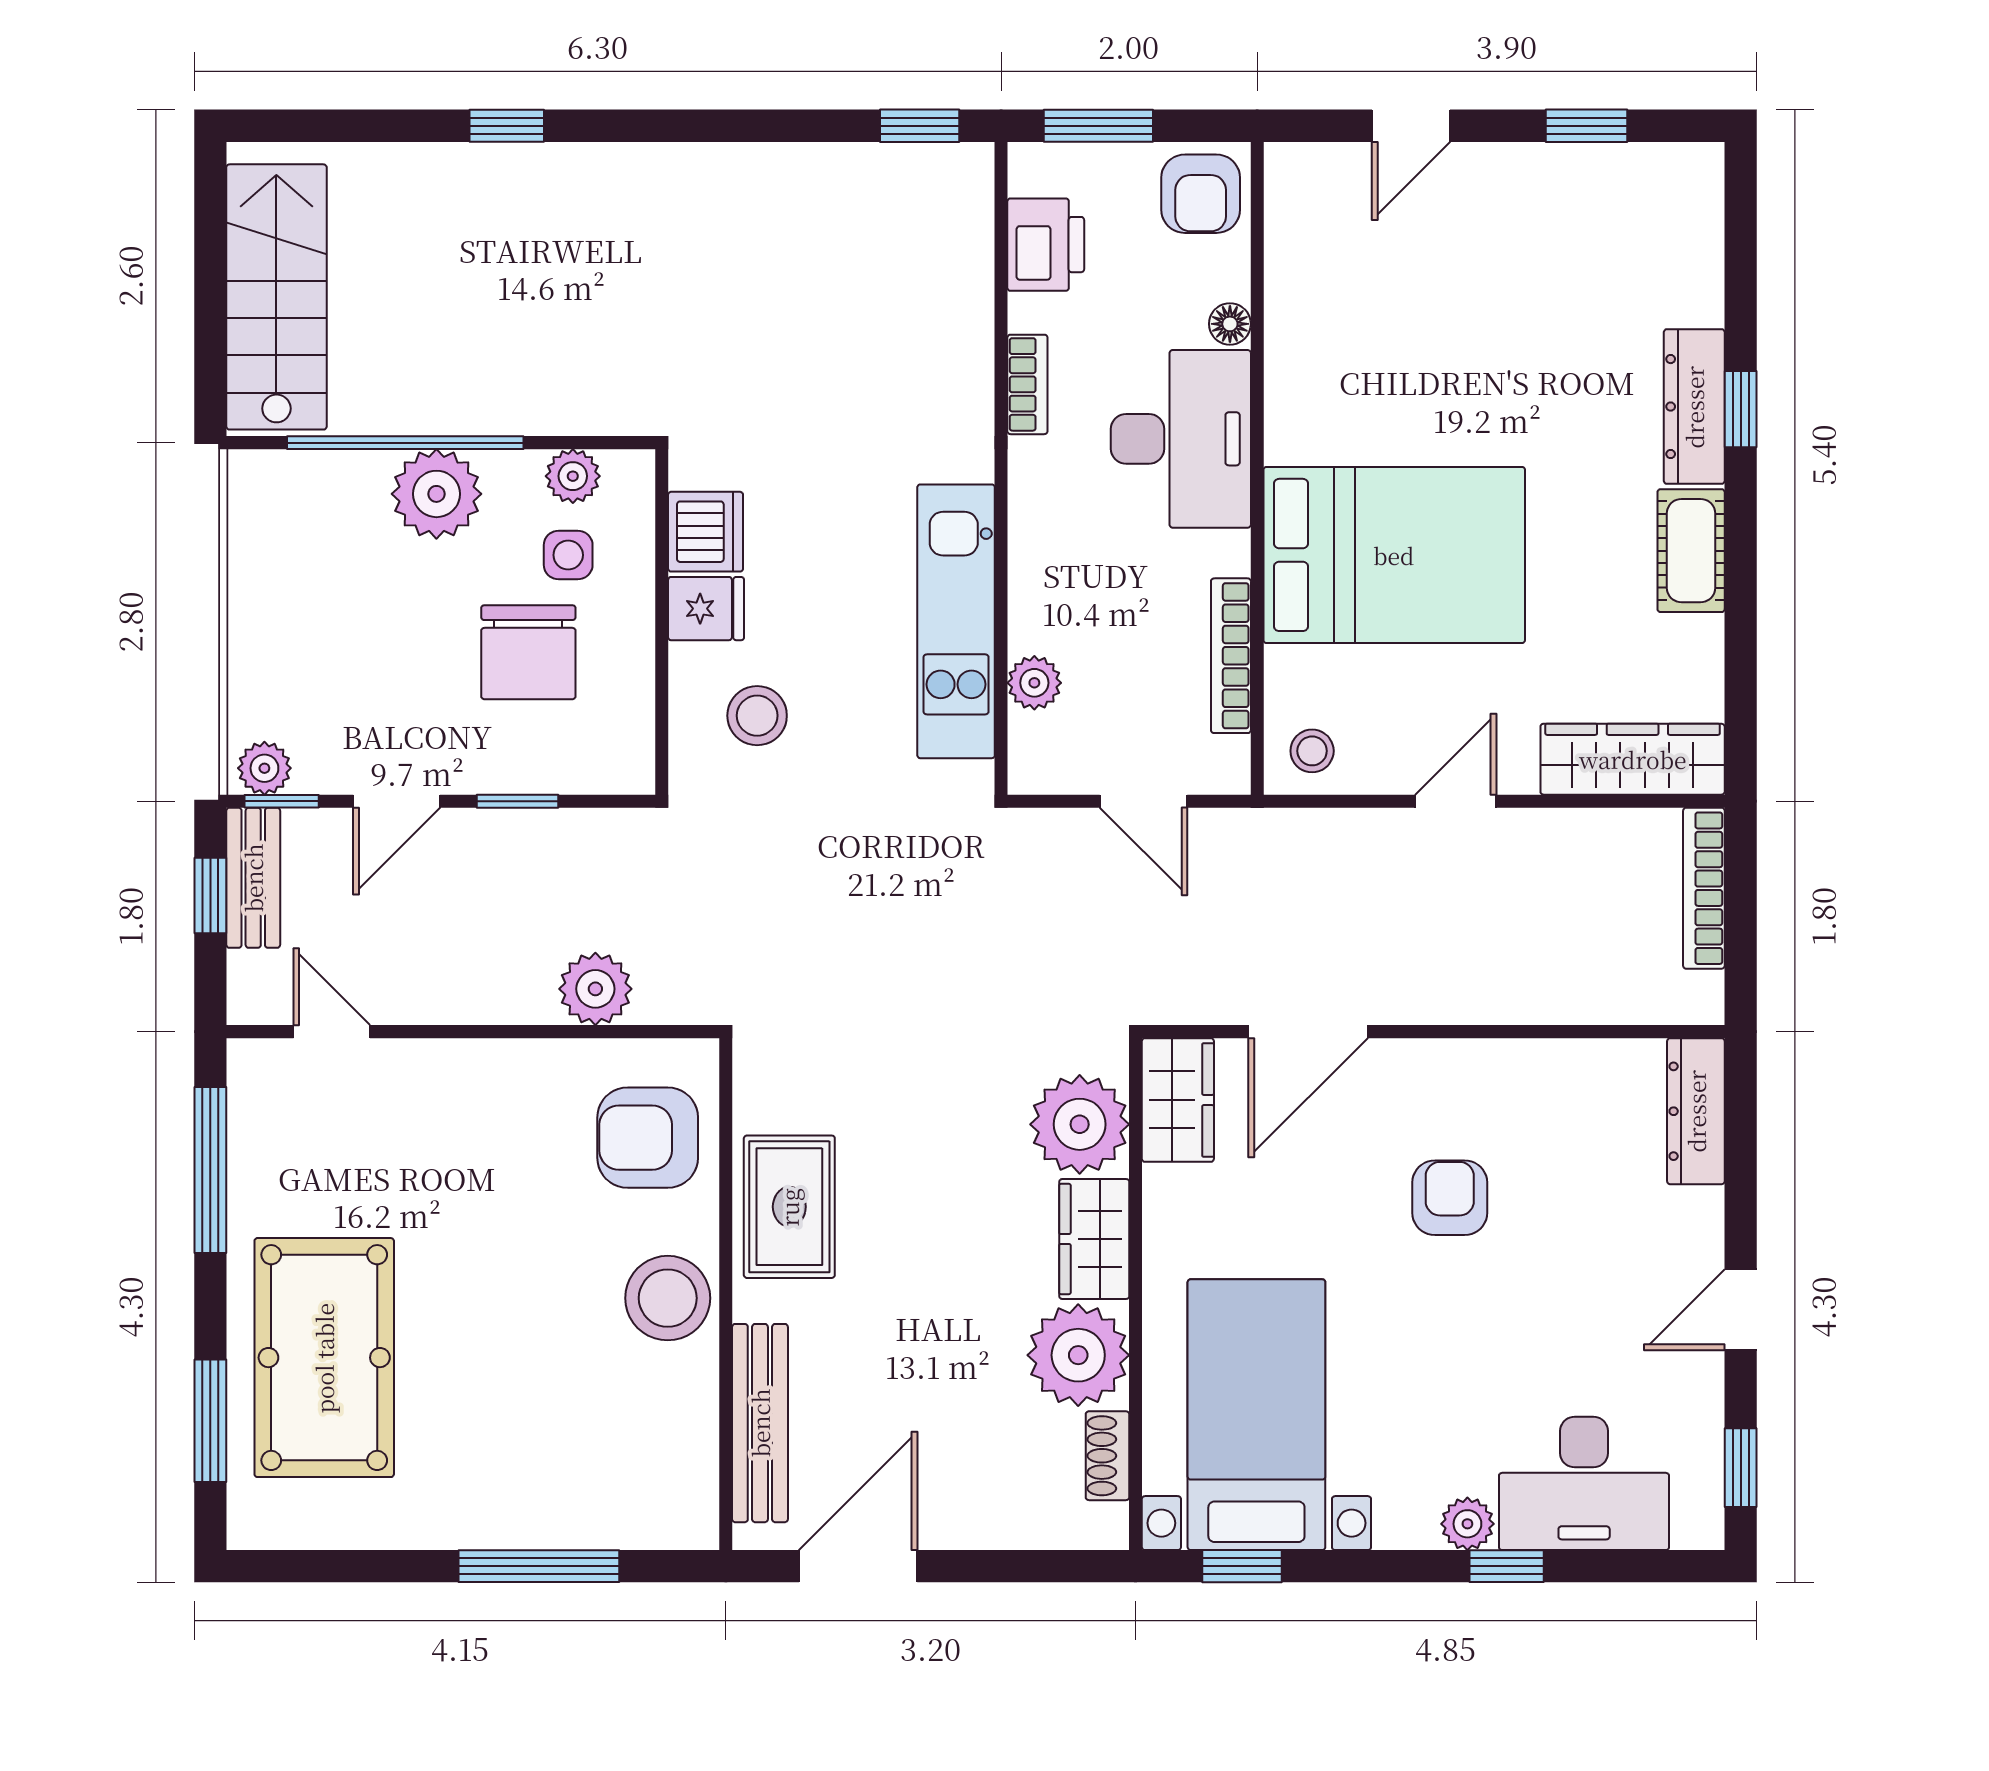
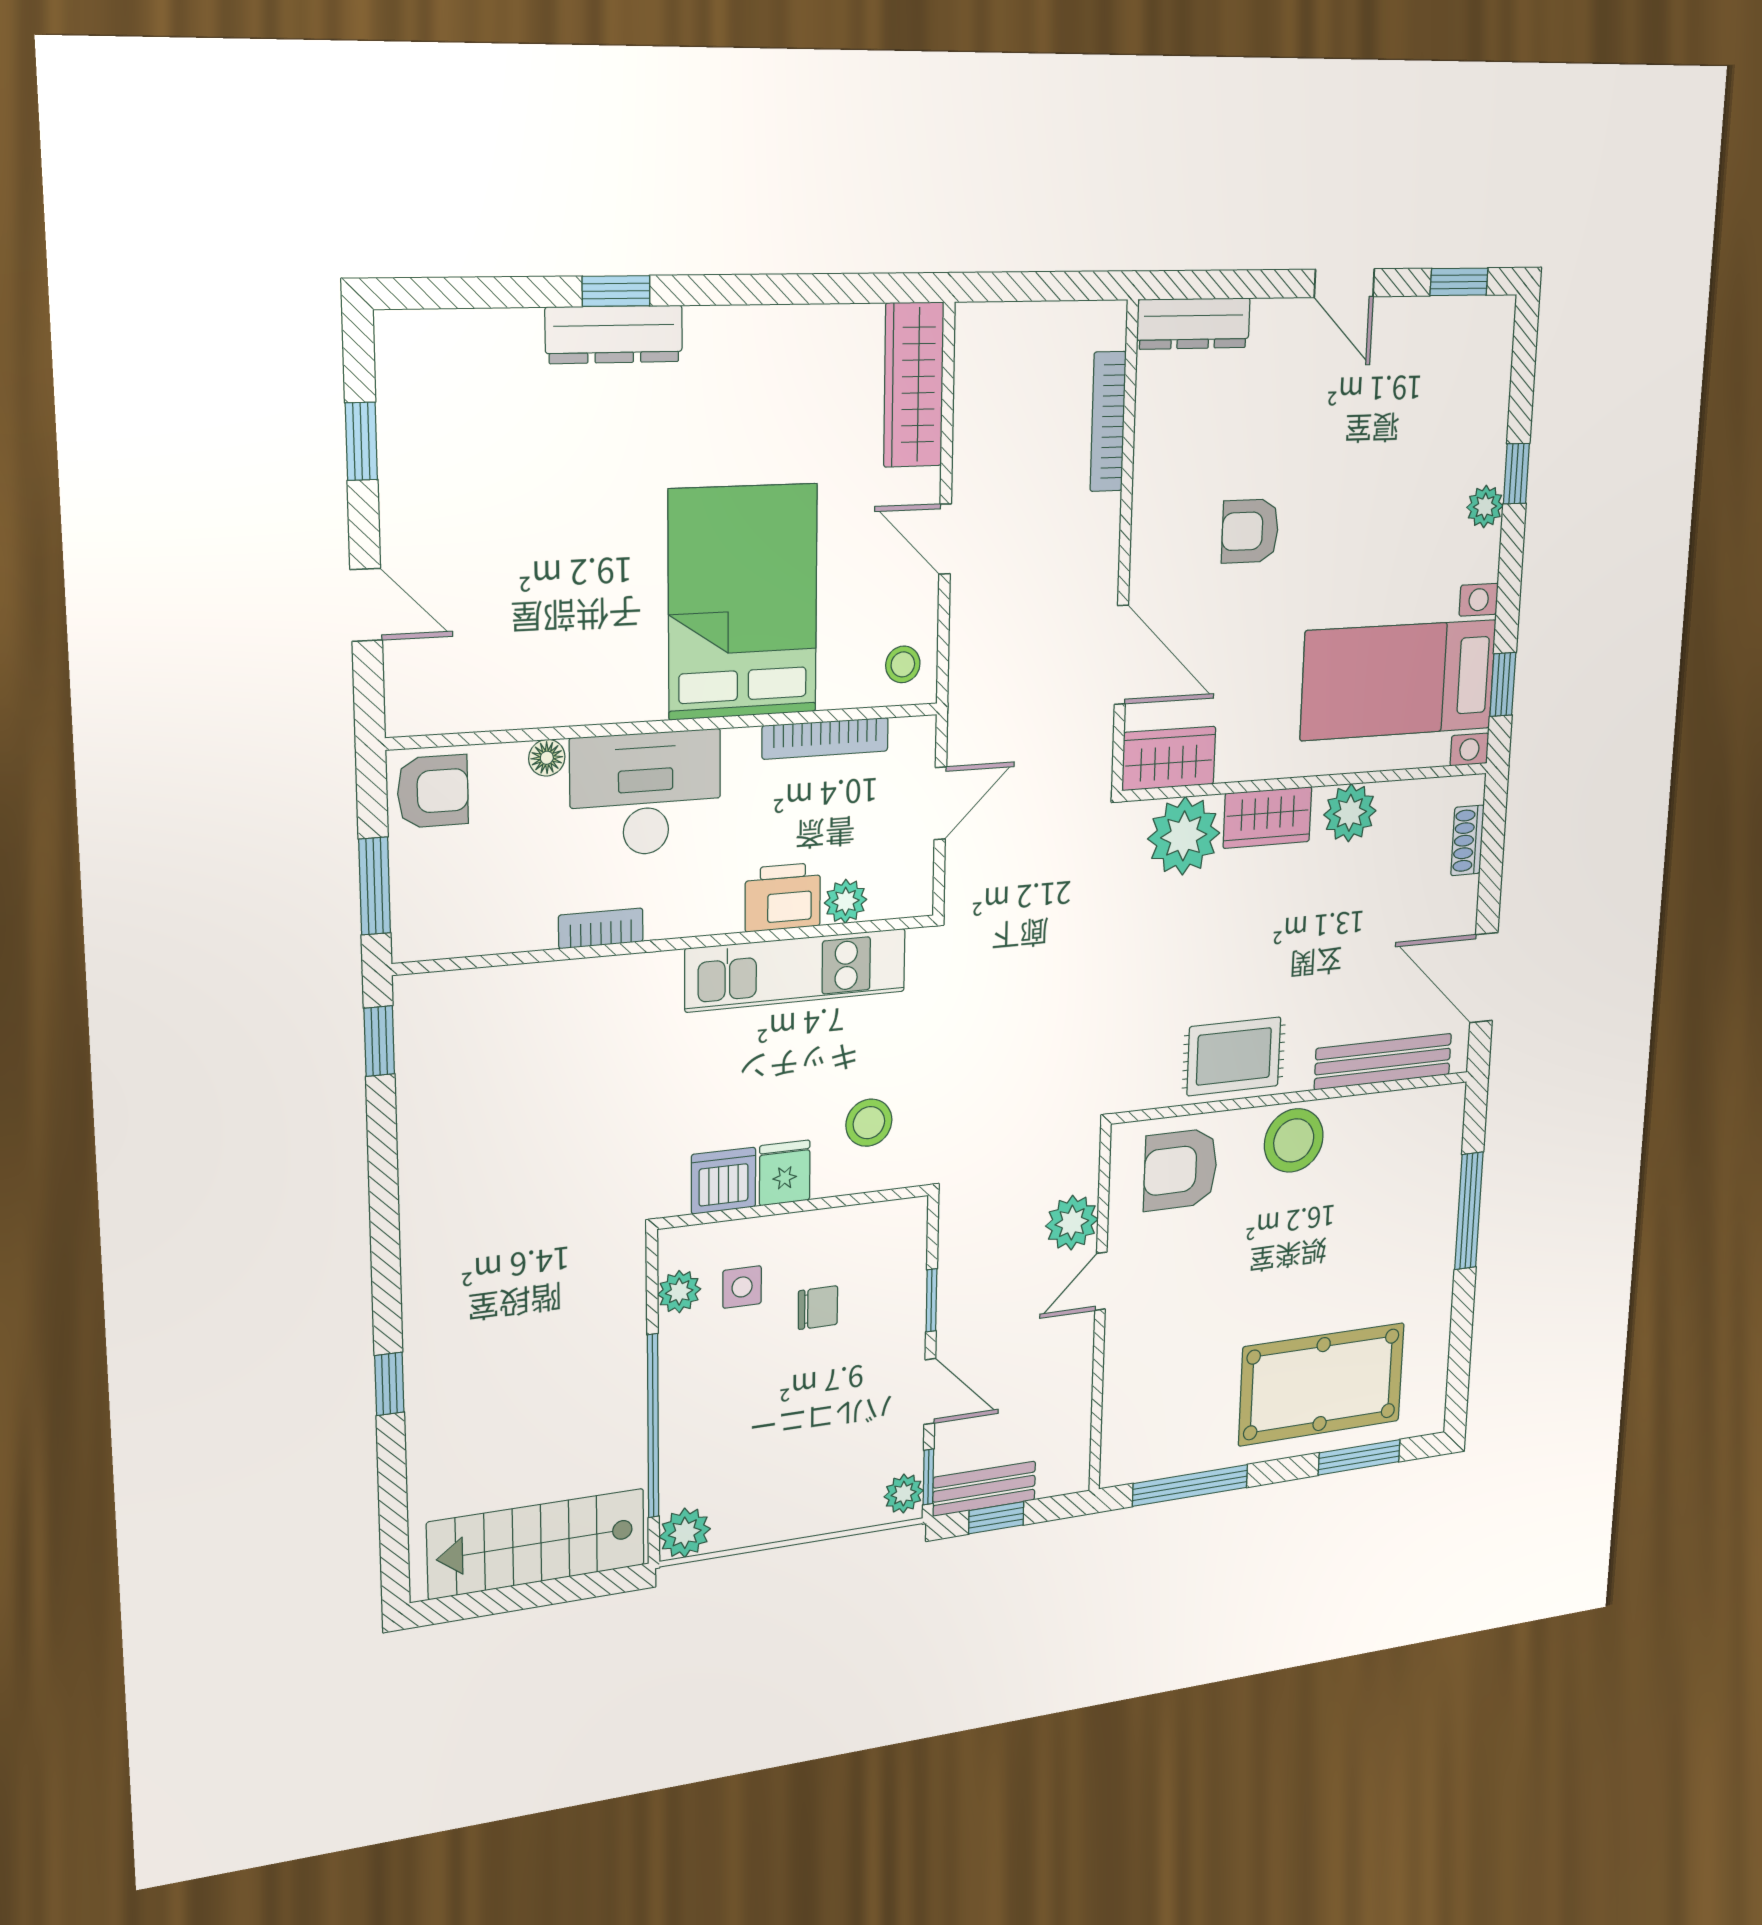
printer: (1046, 245) -> (783, 897), moved
plant: (436, 494) -> (685, 1533), moved, width x0.73, depth x0.73
cot: (1691, 551) -> (740, 335), removed
chair: (528, 652) -> (818, 1308), width x0.54, depth x0.54
bookcase: (1704, 888) -> (1108, 422), moved, turned 90
door: (332, 1032) -> (1101, 1281), moved
armchair: (648, 1138) -> (1180, 1169), turned 90
plant: (1078, 1355) -> (1350, 813), width x0.73, depth x0.73
shoe rack: (1107, 1456) -> (1467, 840), moved, turned 90
desk: (1584, 1483) -> (1462, 412), removed

